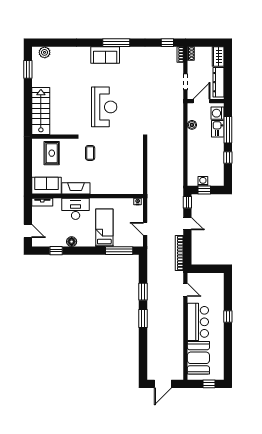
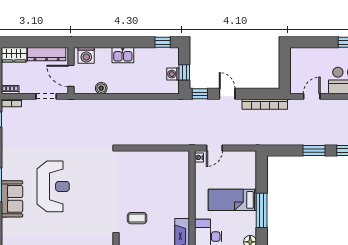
reception desk: (104, 107) -> (53, 186), moved, turned 90
kitchen sink: (218, 129) -> (123, 55), moved
window: (228, 130) -> (107, 42), removed
window: (228, 158) -> (163, 42), moved
door: (187, 224) -> (227, 94), hinge flipped
door: (145, 229) -> (214, 148), moved
window: (119, 251) -> (262, 210), moved

